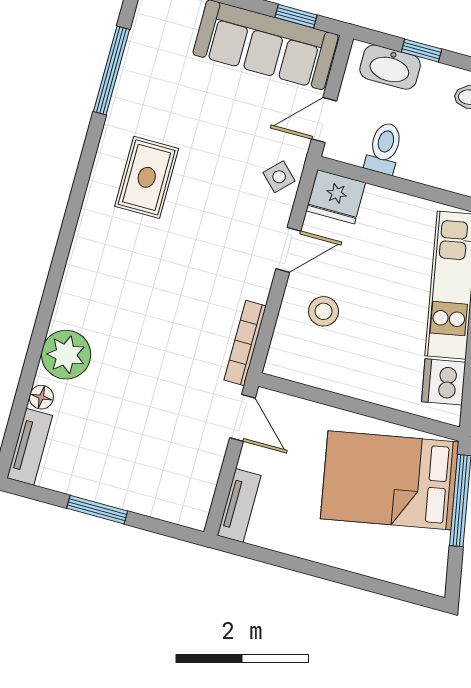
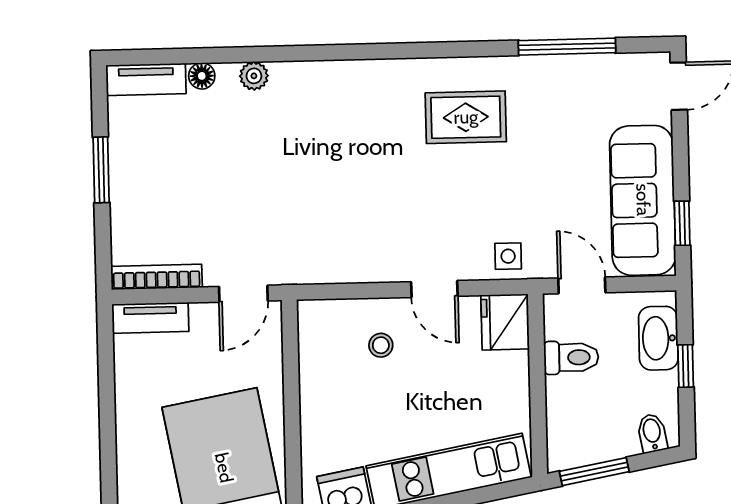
side table: (279, 177) -> (508, 256), turned 45
stool: (324, 311) -> (381, 345), width x0.73, depth x0.73
bookcase: (245, 343) -> (157, 277), moved
plant: (66, 355) -> (254, 76), width x0.53, depth x0.53

